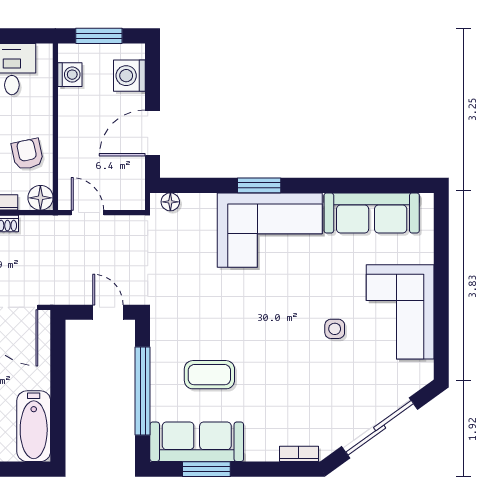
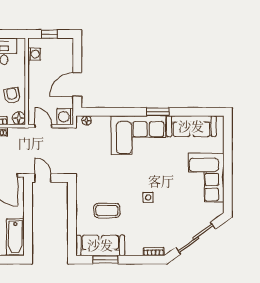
window: (99, 36) -> (49, 34), width x0.67
washing machine: (129, 76) -> (65, 117), moved
window: (259, 185) -> (158, 112), moved
door: (108, 312) -> (43, 178), moved
side table: (335, 329) -> (148, 197), moved
window: (143, 391) -> (72, 219), removed

